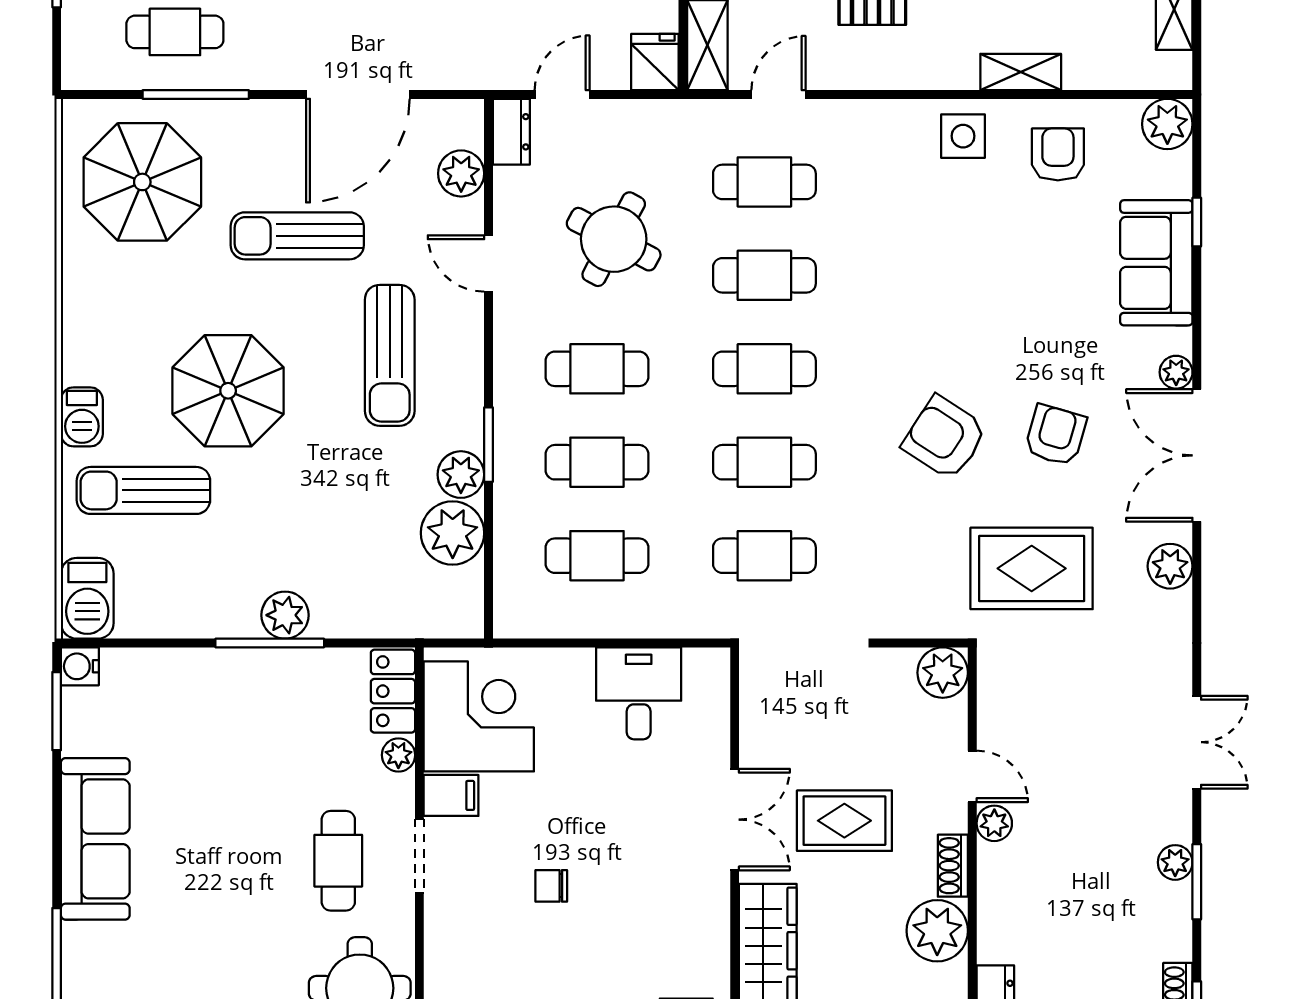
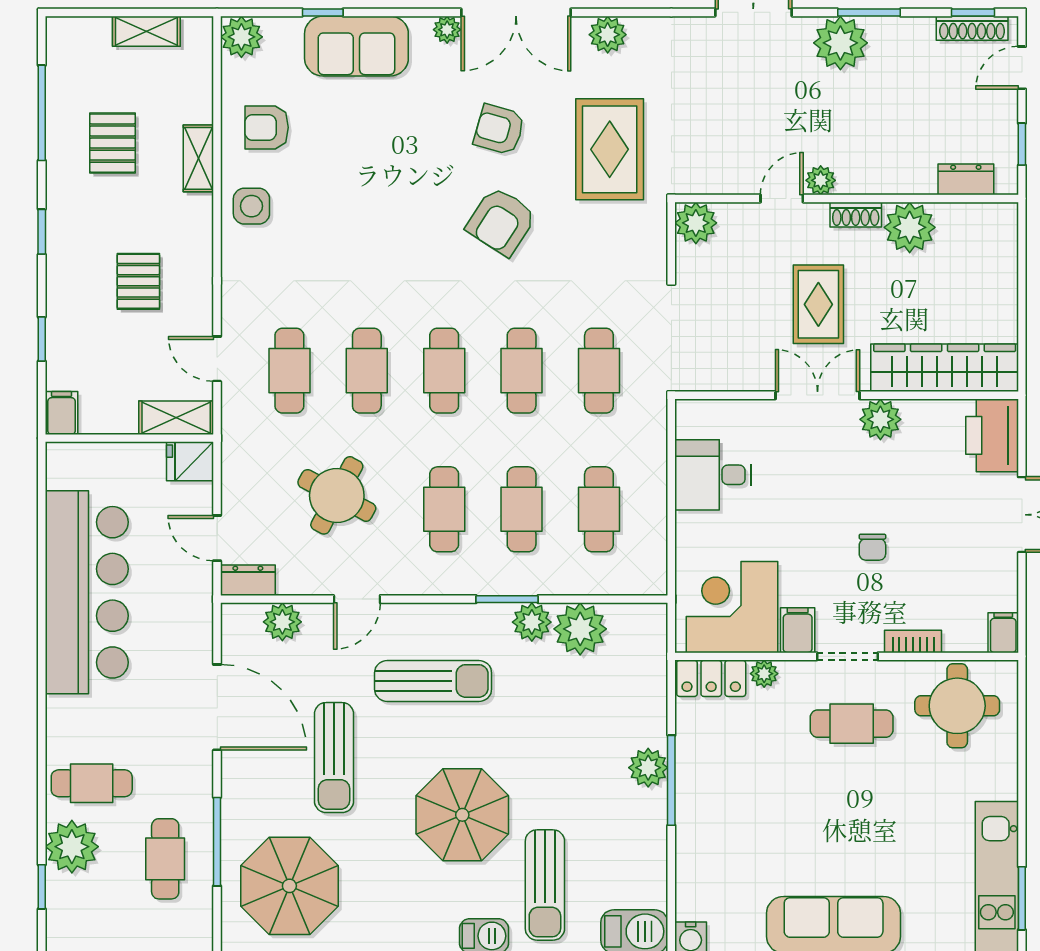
plant: (1175, 862) -> (840, 43), width x1.88, depth x1.88
plant: (706, 895) -> (880, 419), added
bookcase: (437, 935) -> (913, 641), added

